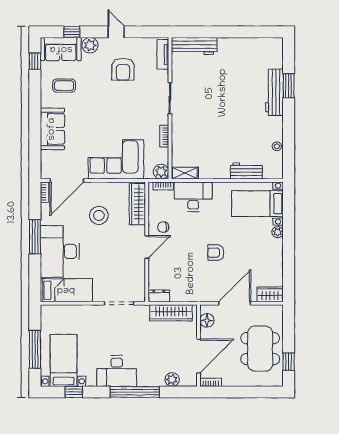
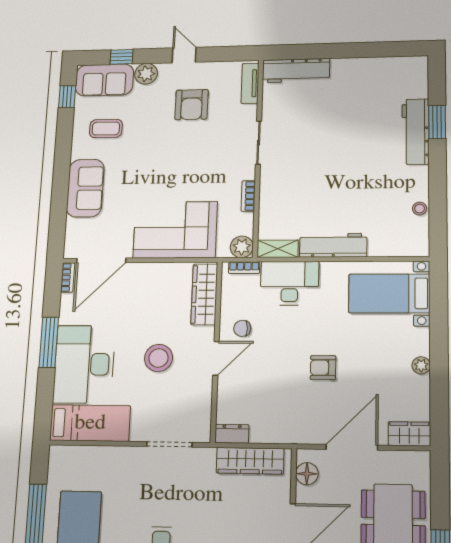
workbench: (246, 171) -> (333, 245), moved, width x1.37
stool: (99, 215) -> (159, 358), moved
plant: (278, 232) -> (421, 365), moved

